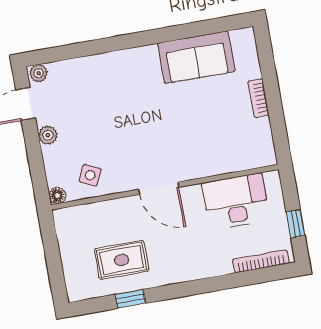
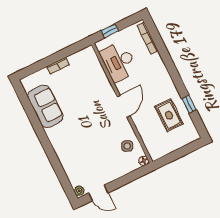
plant: (48, 135) -> (112, 176), removed
window: (296, 224) -> (110, 31), moved

